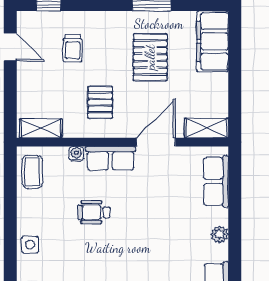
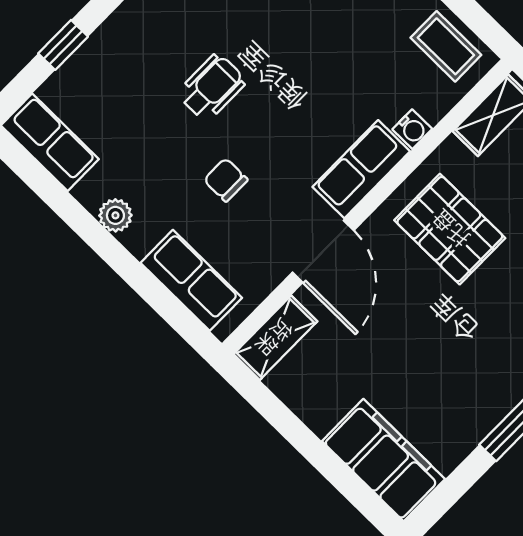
pallet: (150, 57) -> (444, 355), removed
pallet: (100, 102) -> (450, 229), width x1.50, depth x1.42
chair: (165, 206) -> (226, 180), added
wheelchair: (94, 212) -> (212, 87), moved

